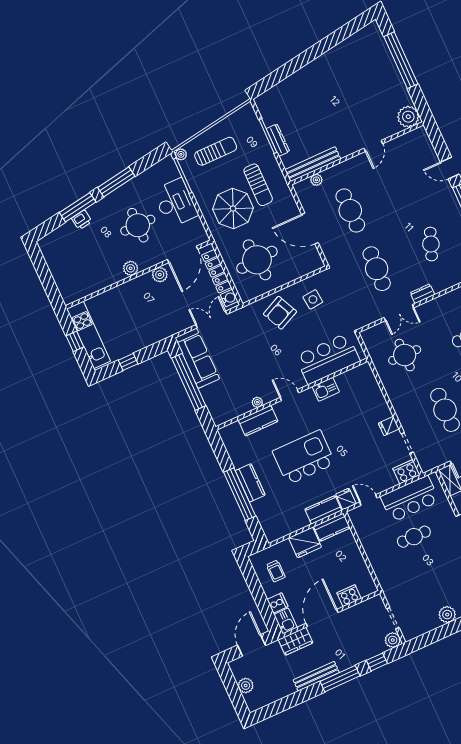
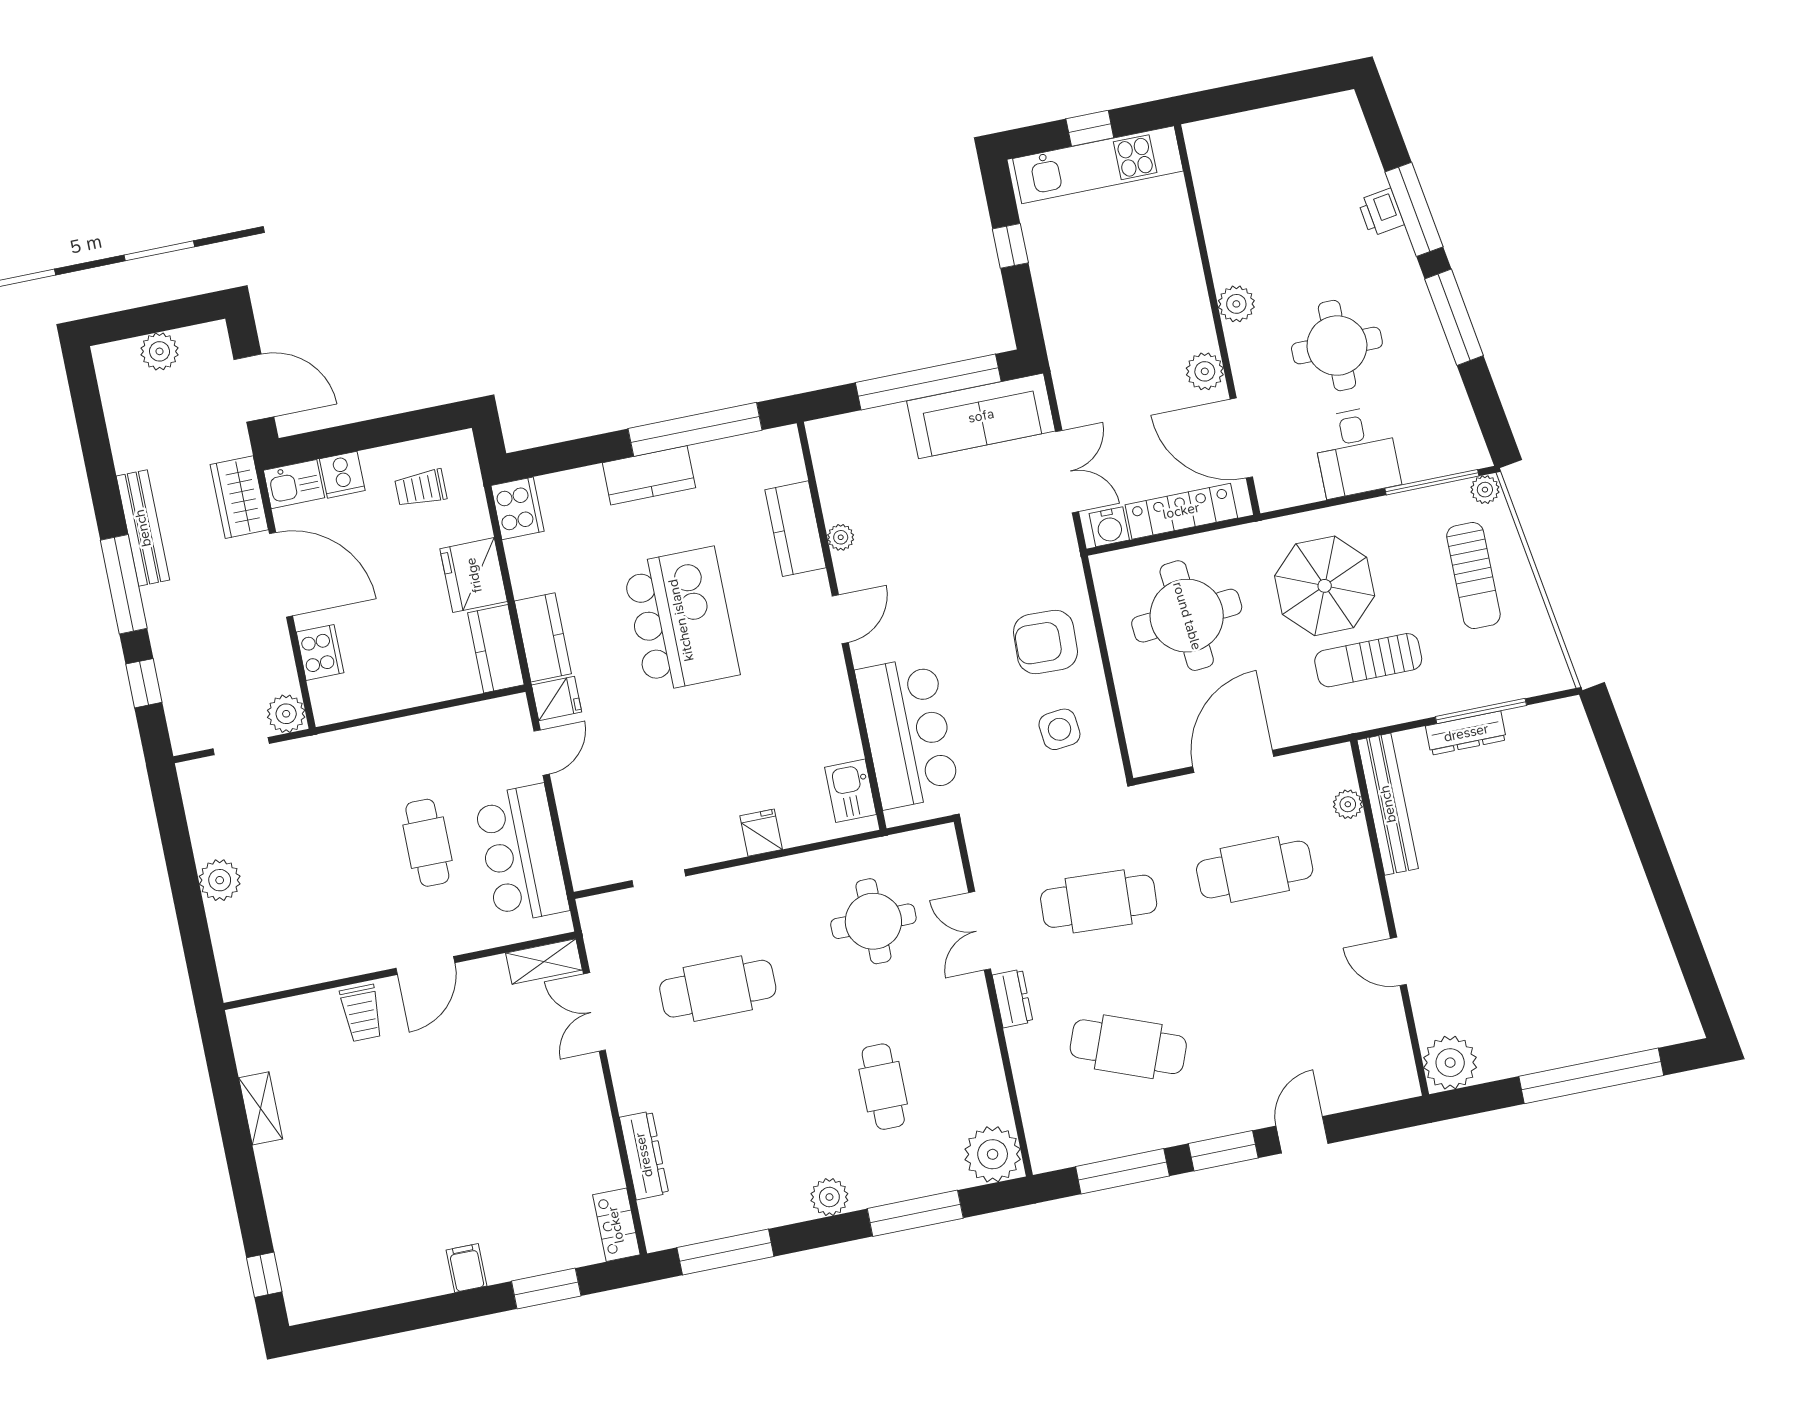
desk: (175, 203) -> (1356, 452), width x0.73
cafe table: (431, 244) -> (1128, 1047), width x1.37, depth x1.35
armchair: (280, 313) -> (1045, 642), turned -63
kitchen sink: (326, 389) -> (850, 791), moved
fridge: (389, 426) -> (761, 833), moved
cooker: (406, 472) -> (518, 508), moved
window: (240, 494) -> (695, 429), moved
plant: (393, 640) -> (286, 714), moved

